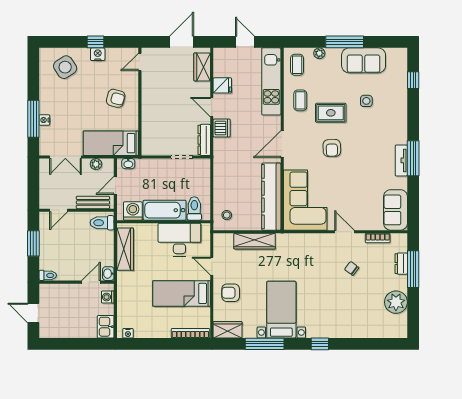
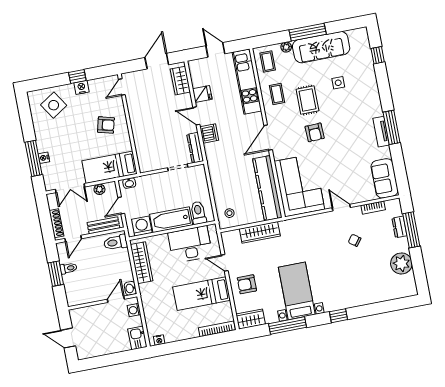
sofa: (364, 60) -> (321, 47), width x1.36
rug: (331, 113) -> (307, 100), turned 90
shoe rack: (44, 191) -> (56, 223), added
toilet: (48, 275) -> (68, 268), moved

